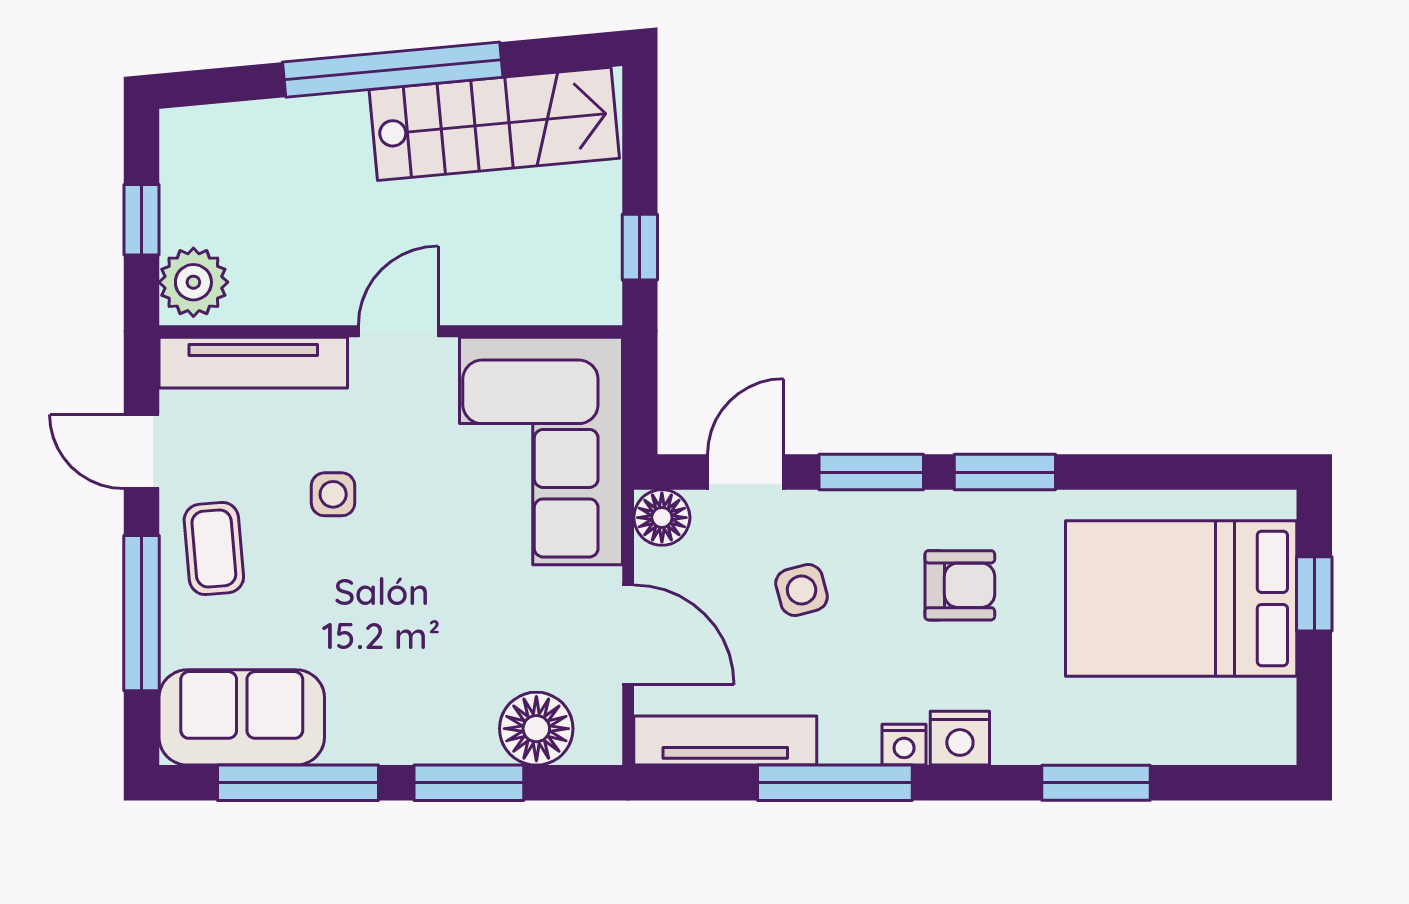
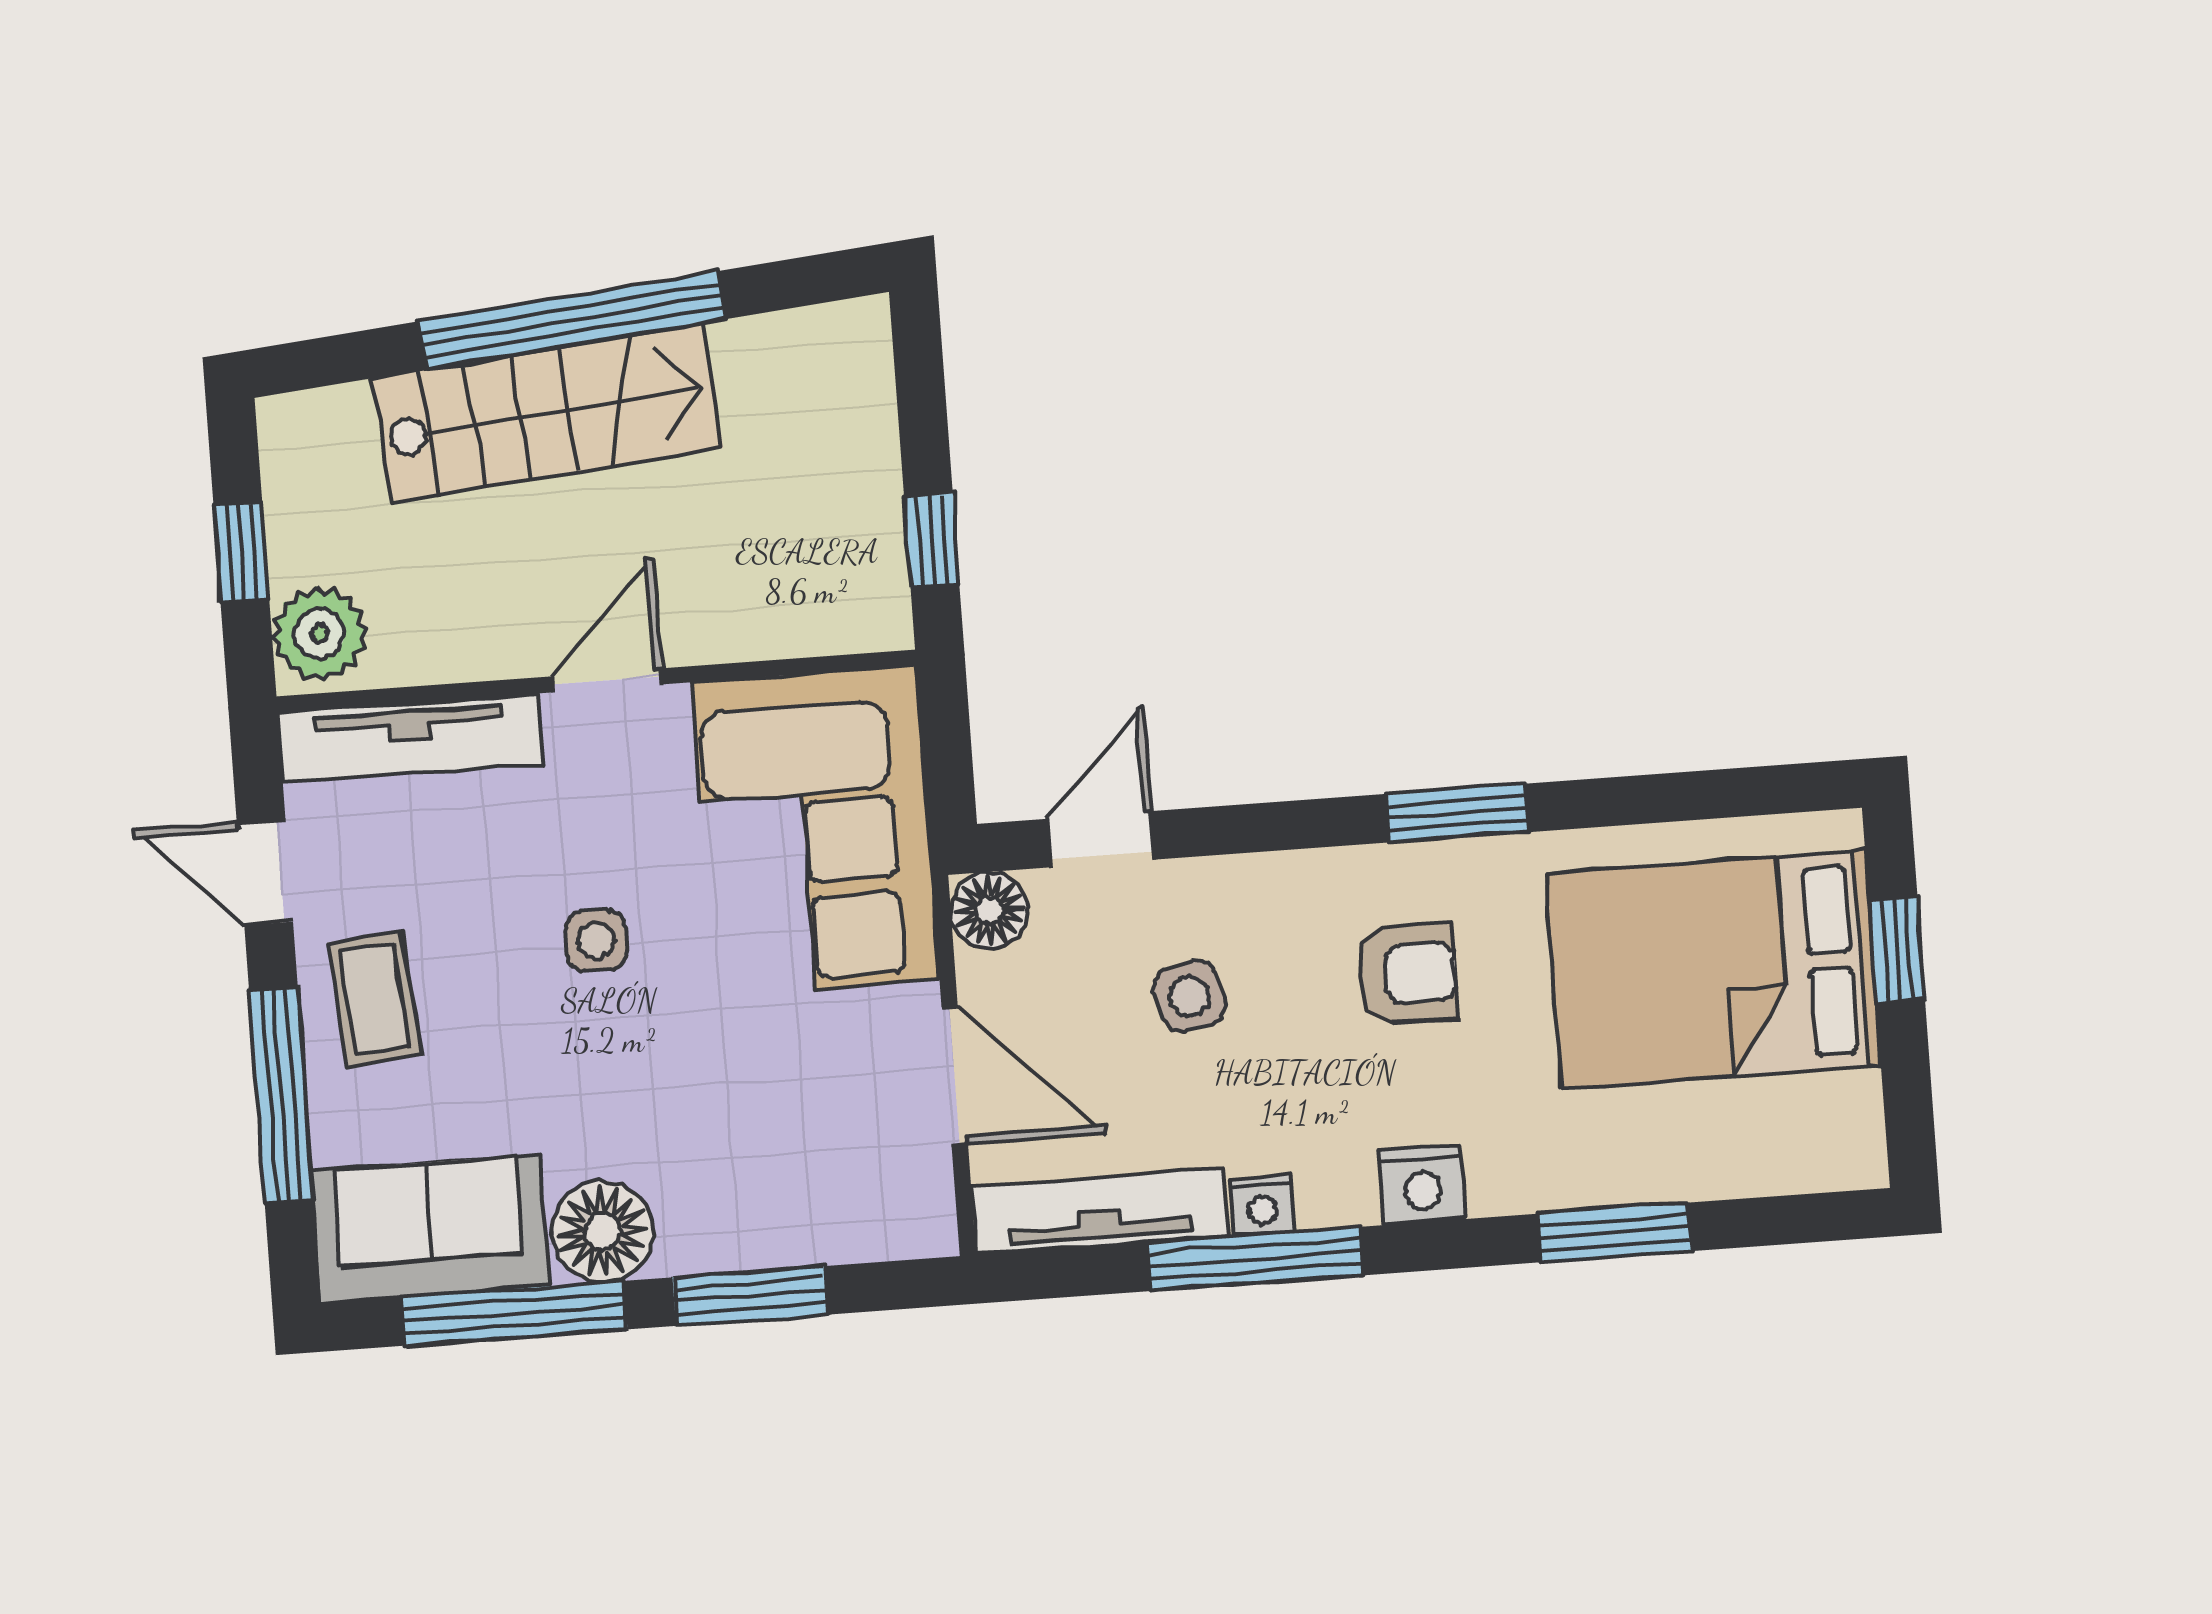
stairs: (494, 124) -> (547, 413), moved
window: (871, 472) -> (1274, 827), removed
side table: (333, 494) -> (596, 941), moved
floor lamp: (536, 729) -> (602, 1232), moved
nightstand: (904, 745) -> (1262, 1205), moved

